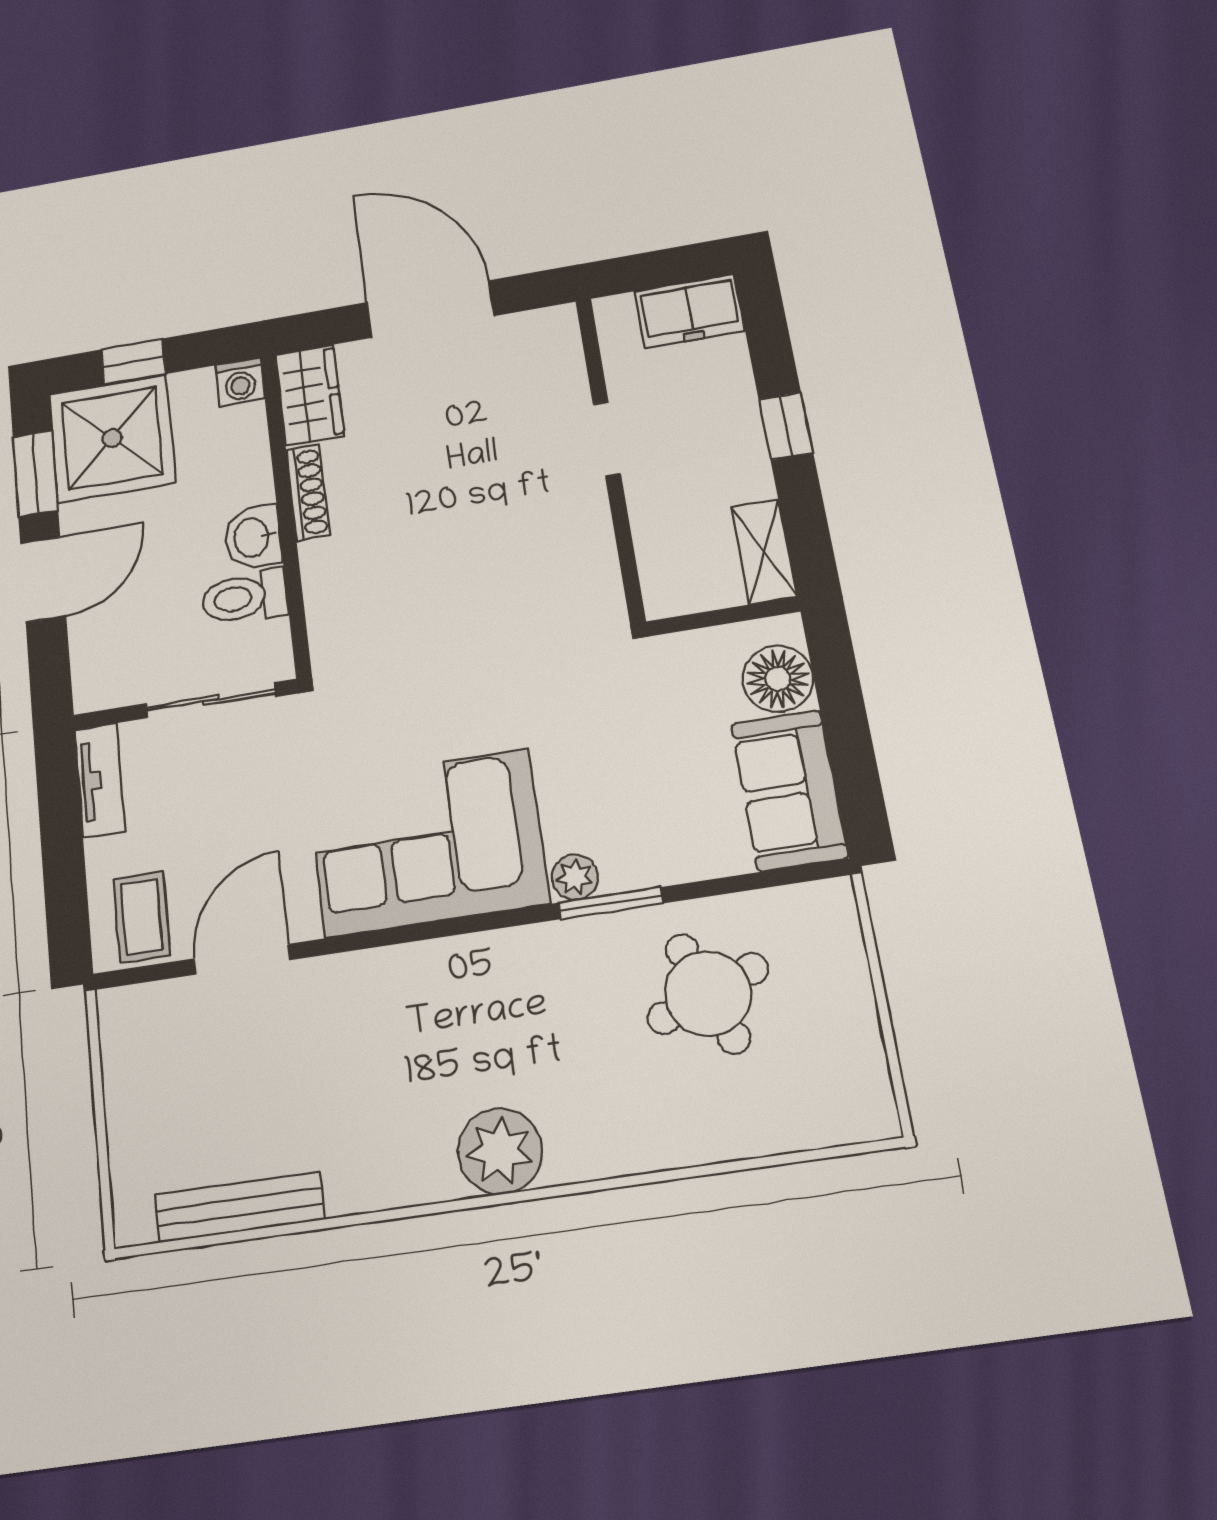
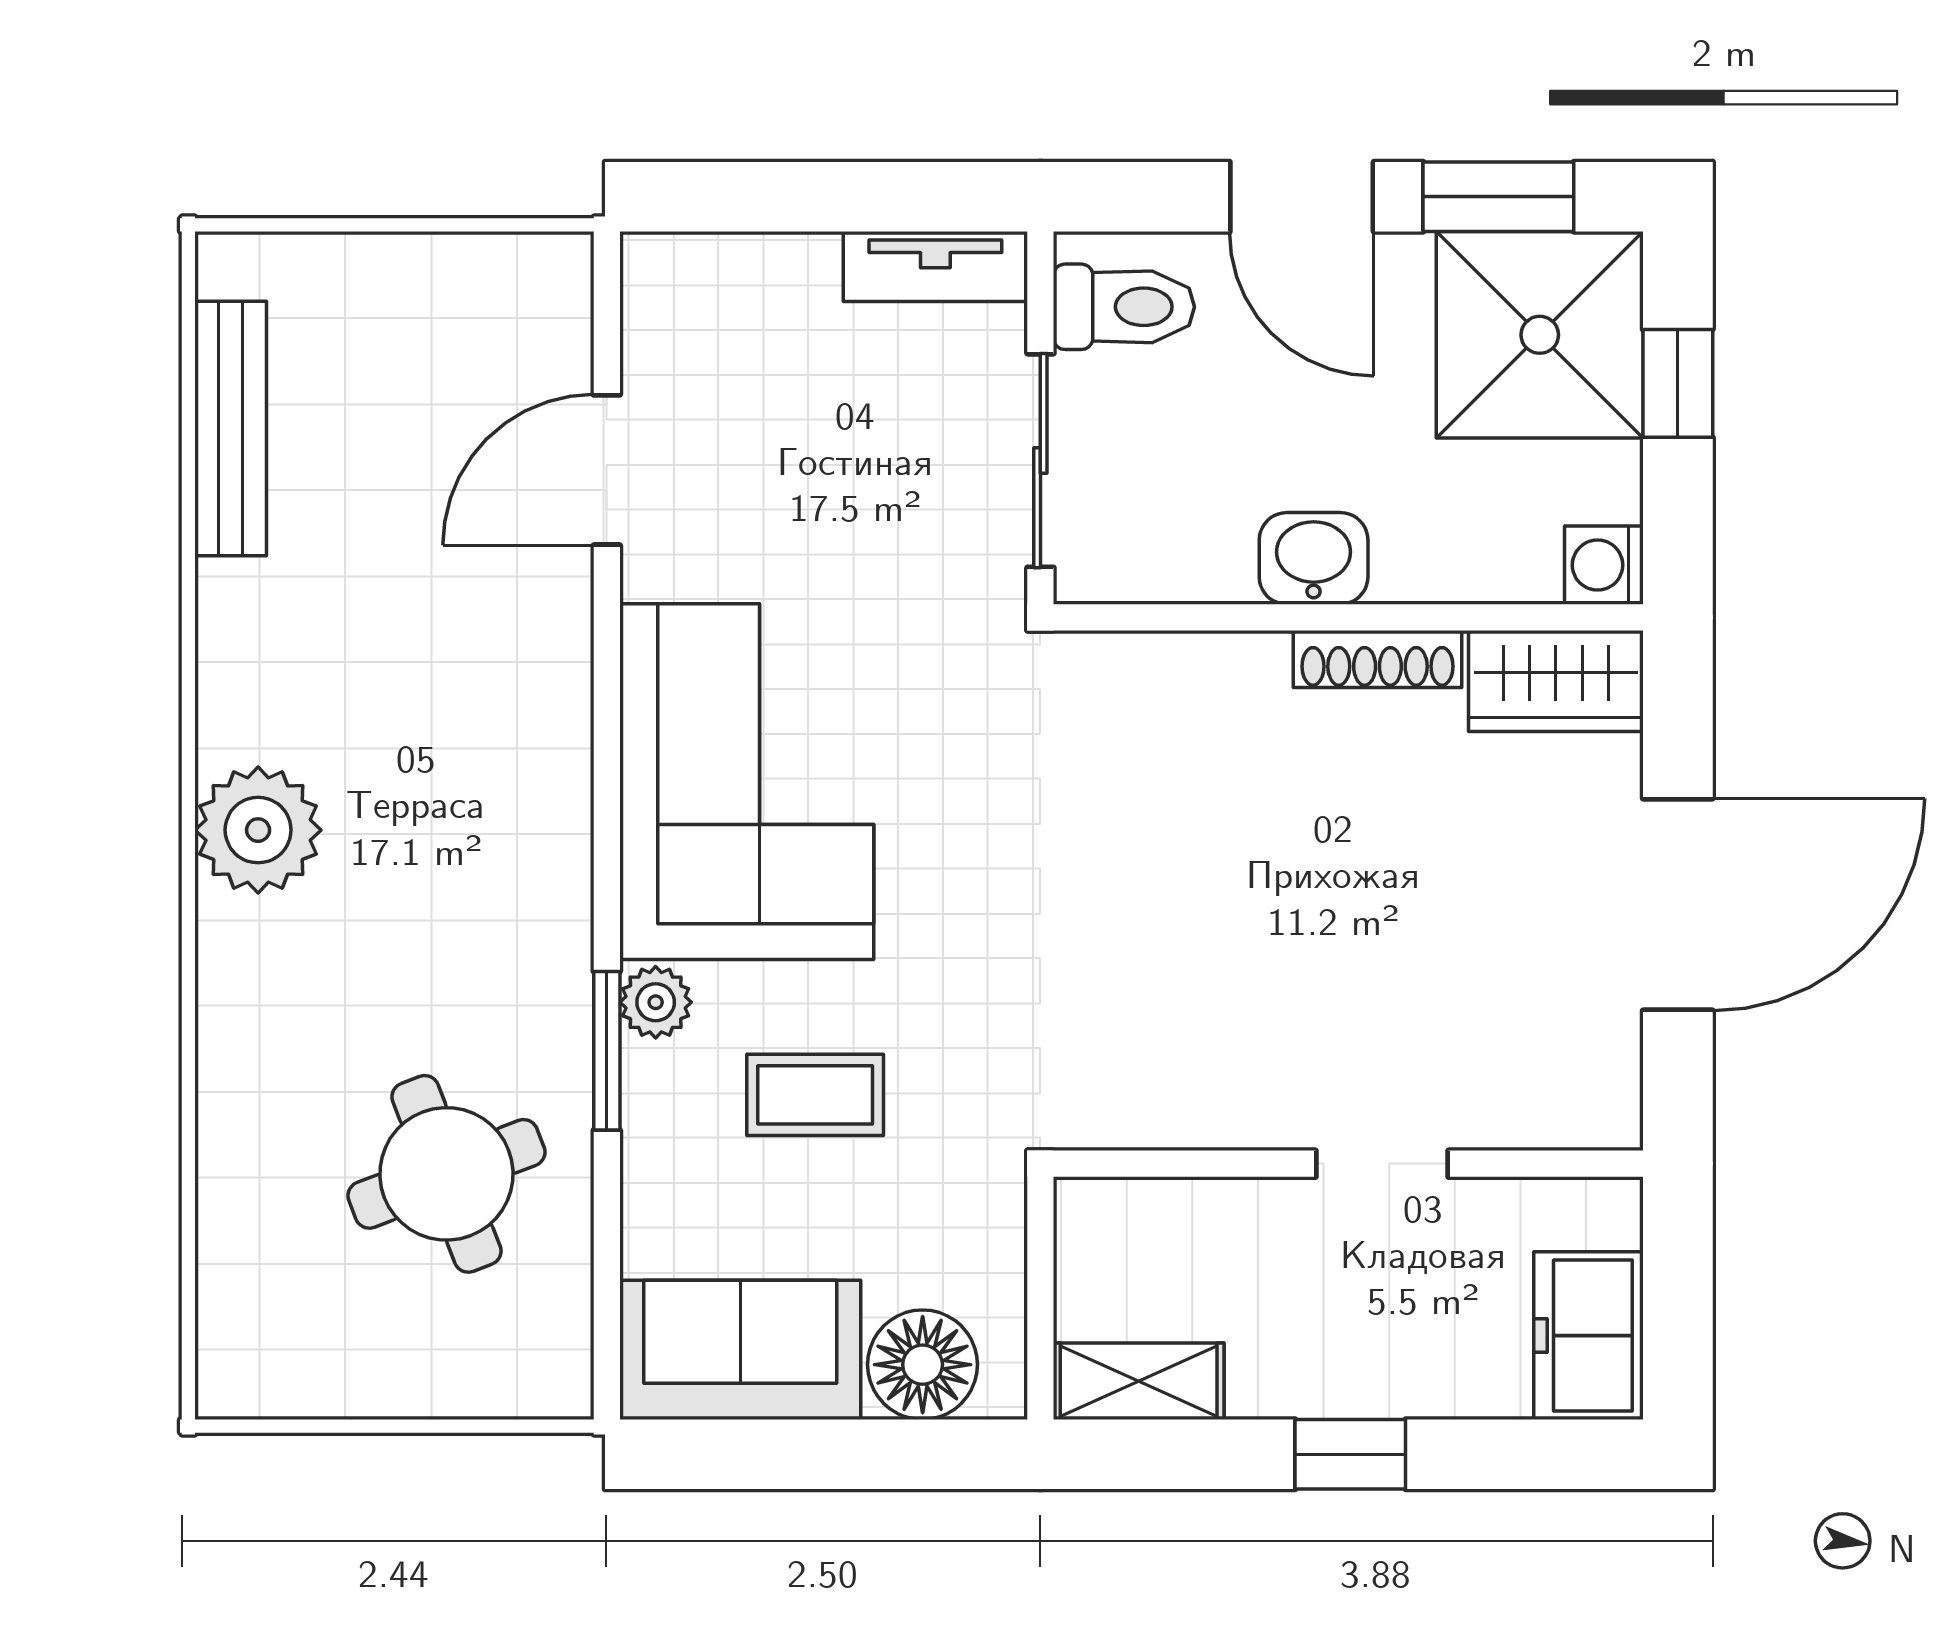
toilet: (245, 597) -> (1124, 307), moved, turned 90
coffee table: (142, 917) -> (815, 1095), moved
door: (242, 959) -> (607, 470), swing flipped

